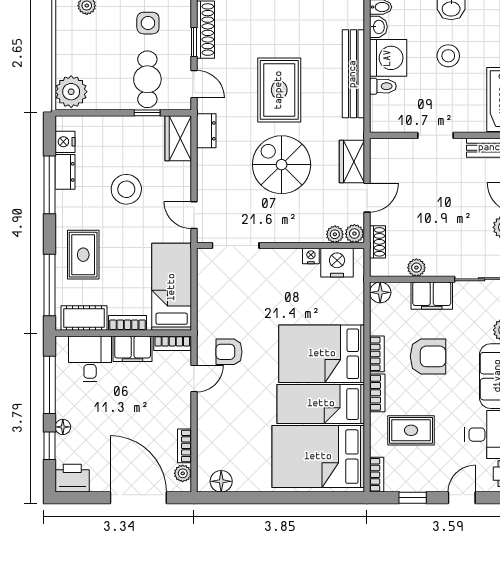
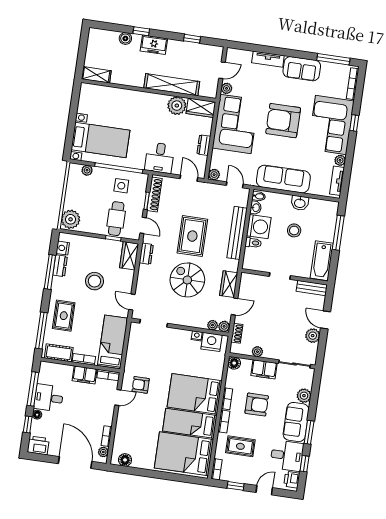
desk: (90, 359) -> (49, 398), moved, turned -90

